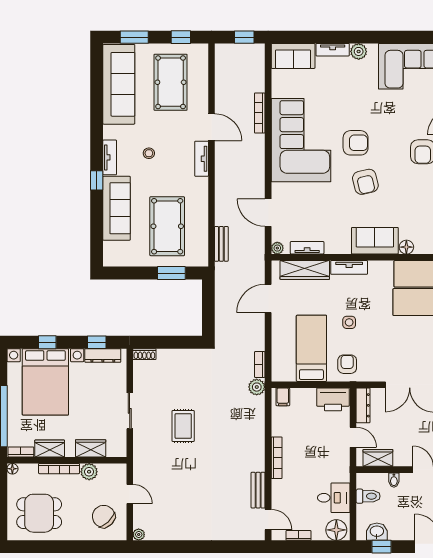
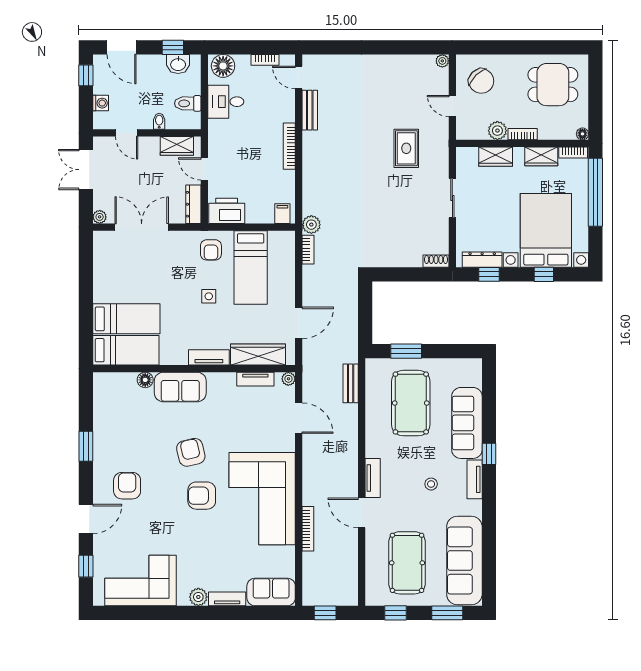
rug: (183, 426) -> (406, 148), moved
bookcase: (59, 469) -> (523, 134), width x0.64

